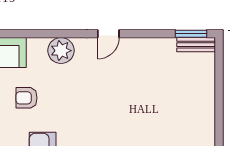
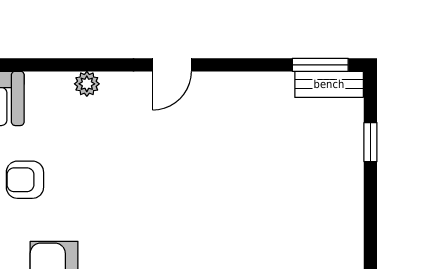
plant: (61, 51) -> (87, 84), width x0.53, depth x0.53
window: (219, 77) -> (370, 142), added

